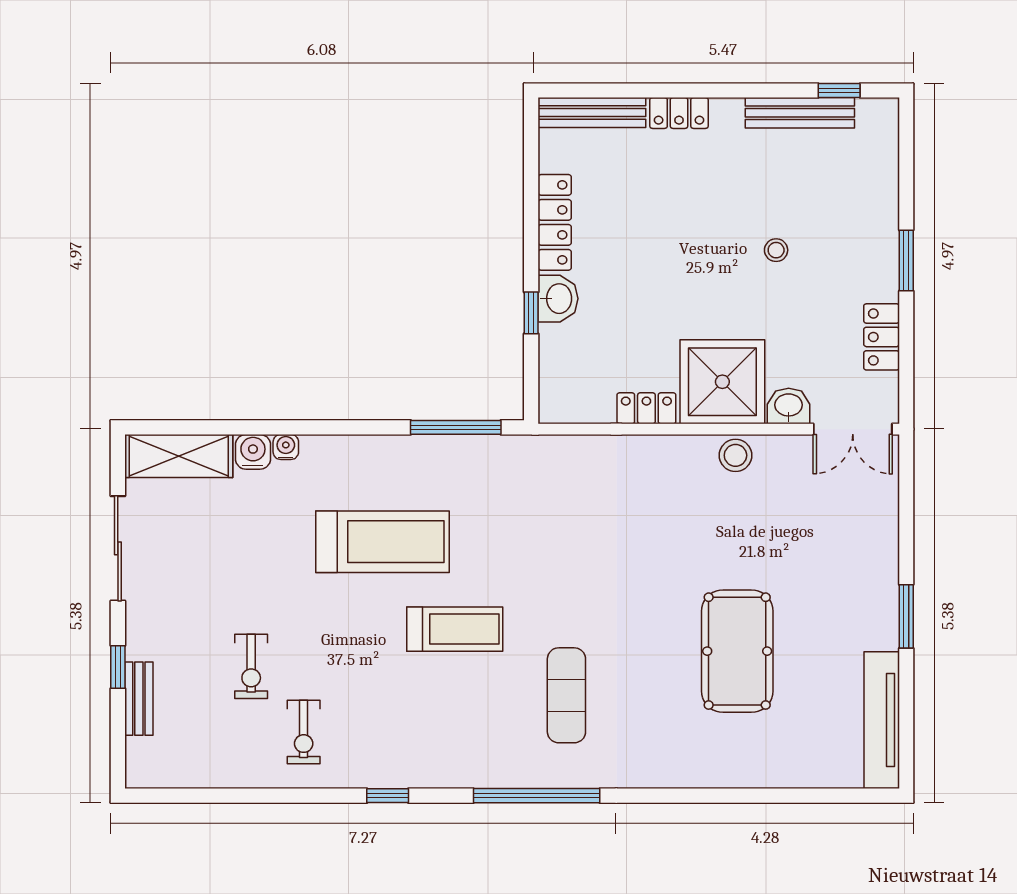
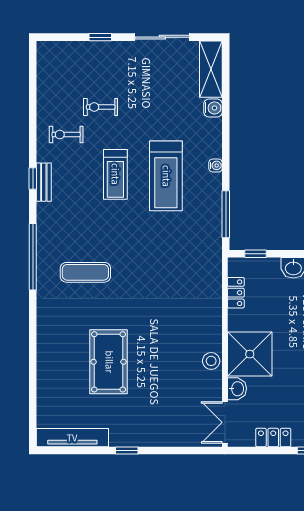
window: (531, 313) -> (256, 254), moved
locker: (646, 408) -> (236, 293), moved
water cooler: (286, 447) -> (216, 165), moved
window: (906, 616) -> (127, 450), width x0.67
treadmill: (455, 629) -> (115, 174), moved
pool table: (737, 651) -> (109, 362), turned 90
bench: (139, 699) -> (44, 182), moved, turned 90

